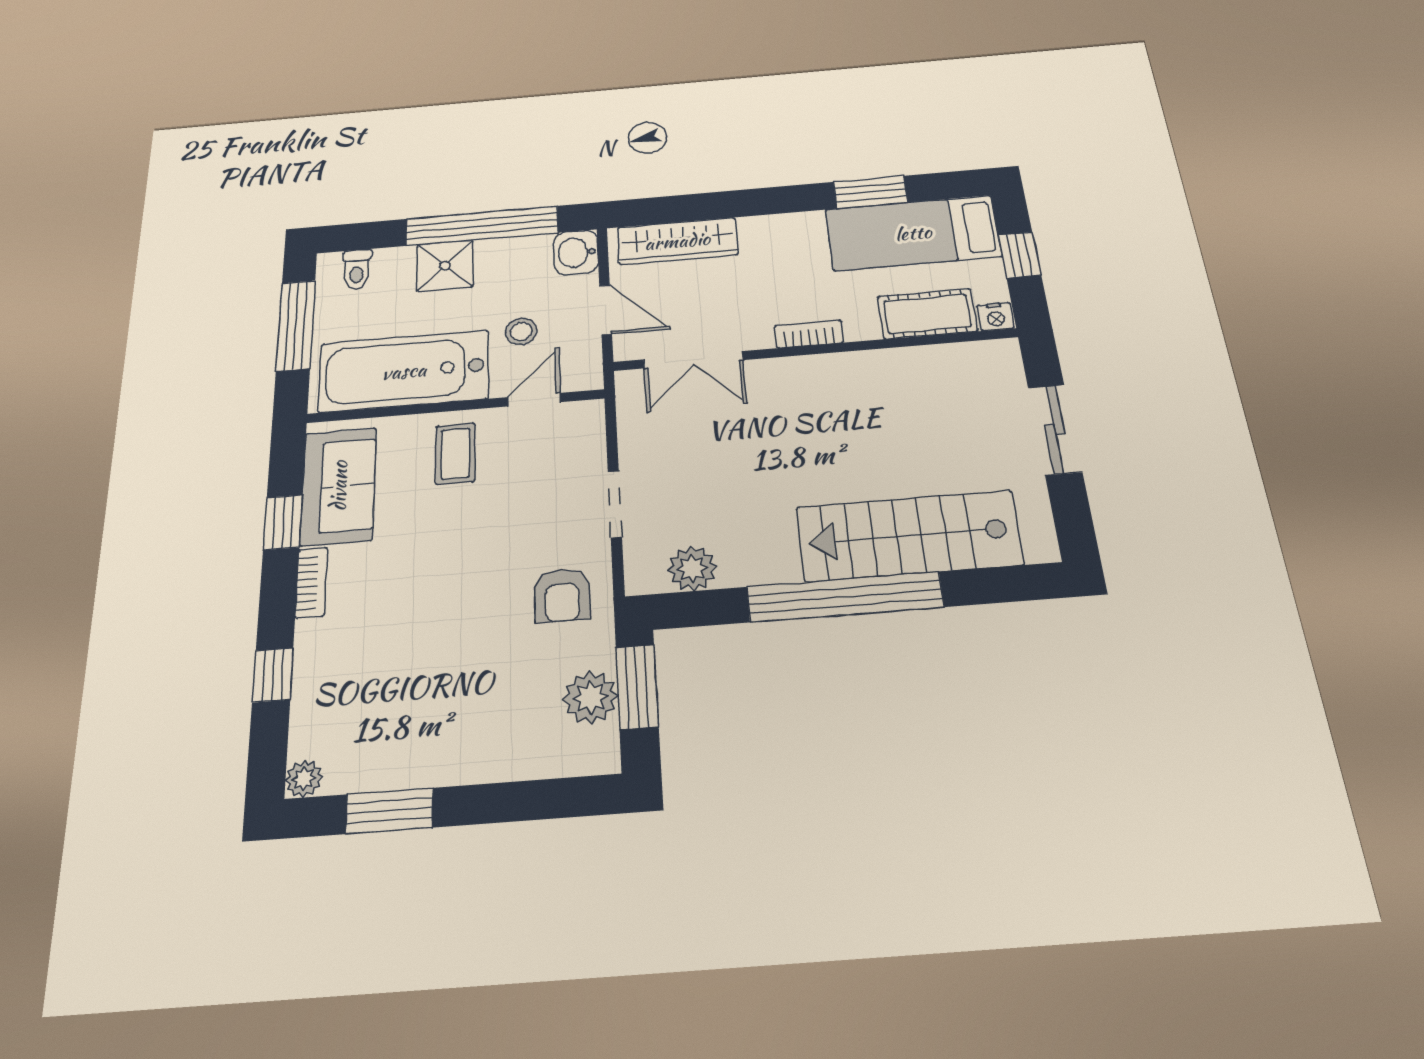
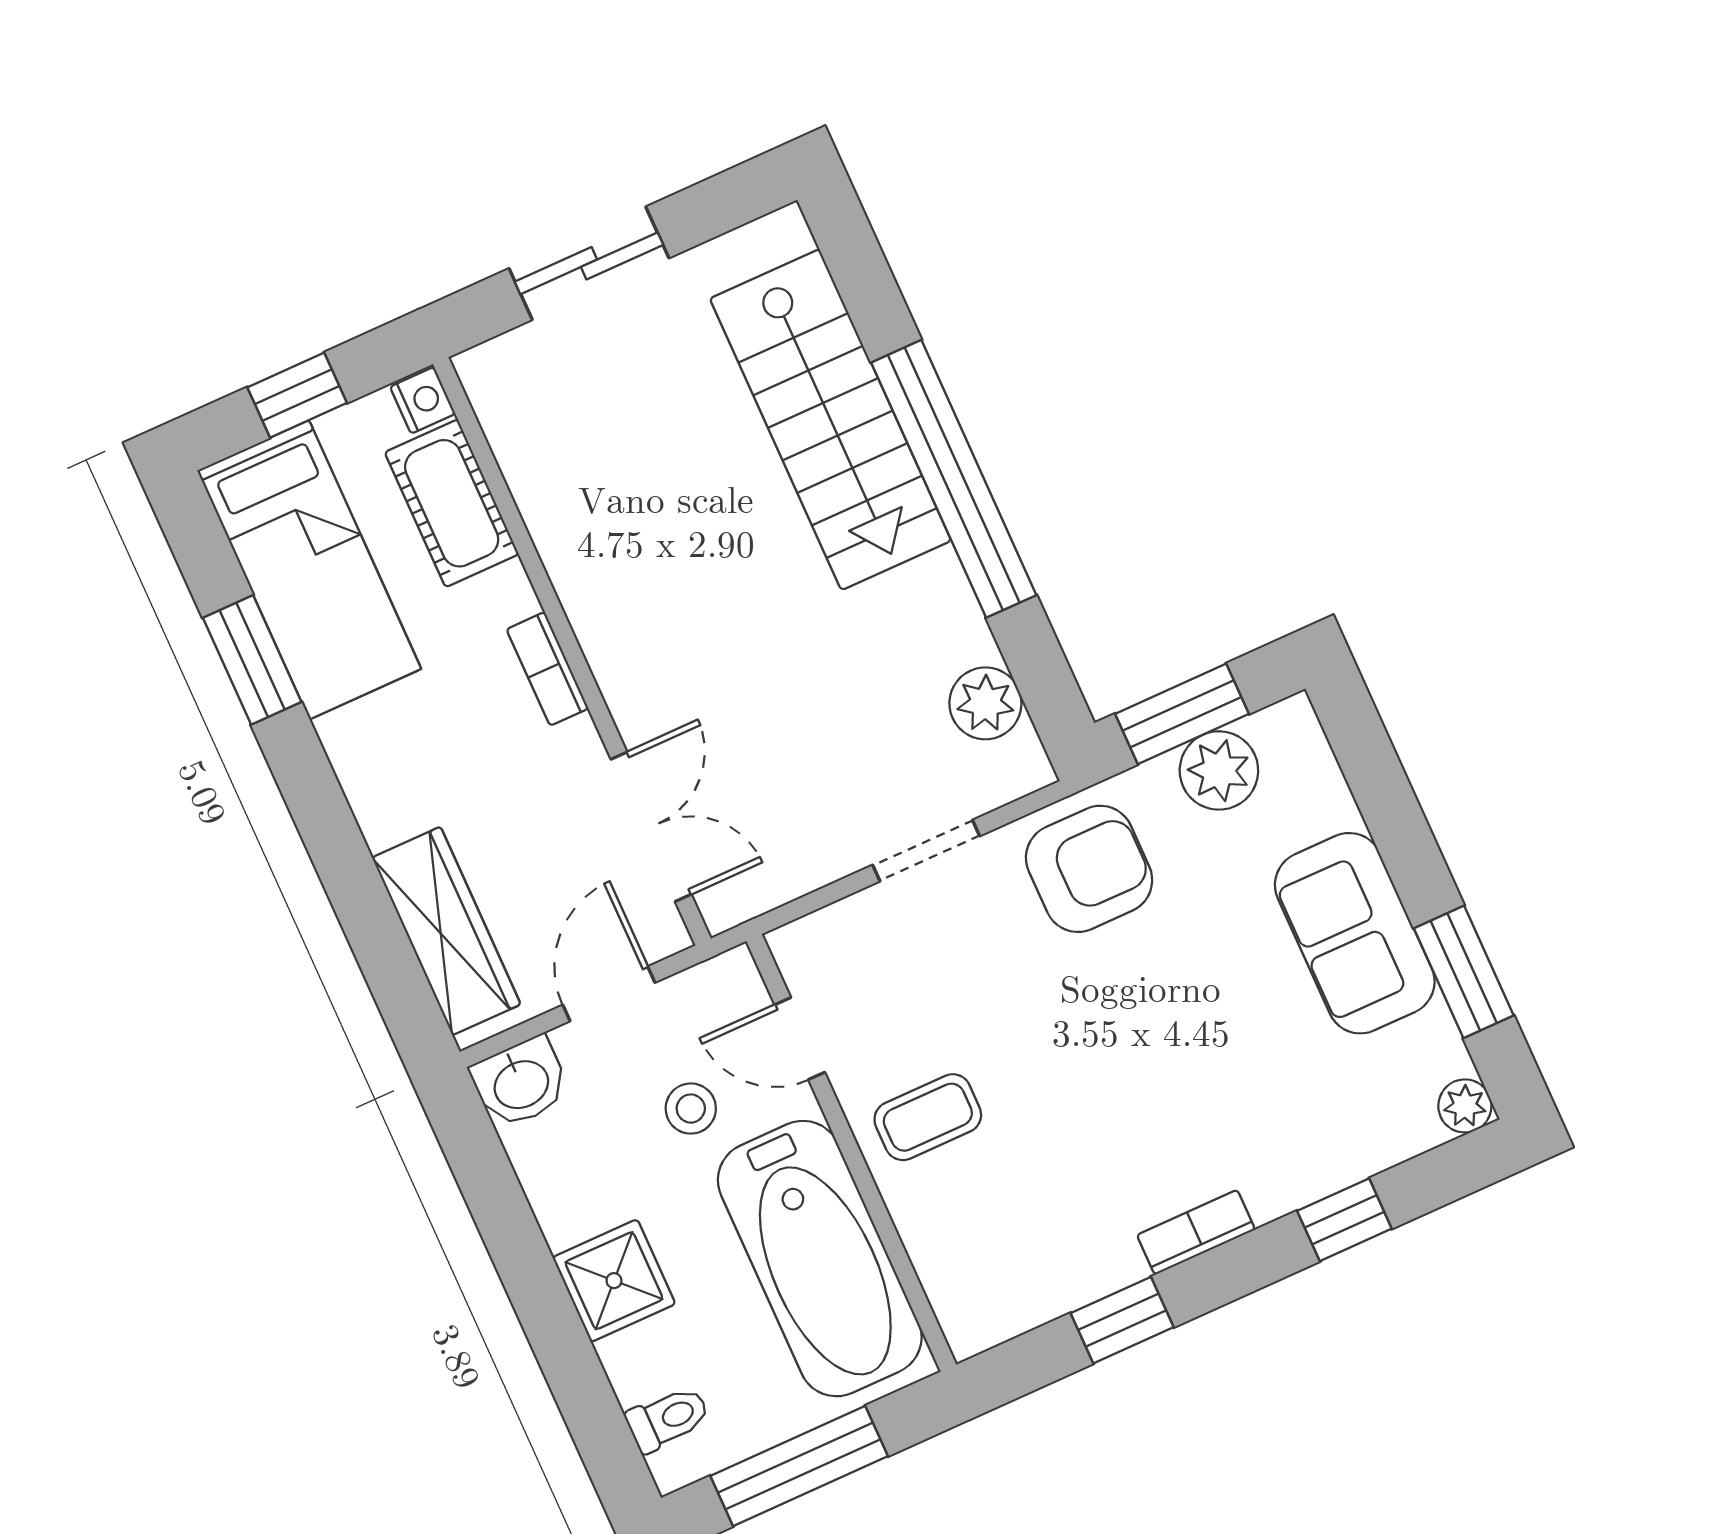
window: (482, 226) -> (521, 1255), removed
sofa: (338, 486) -> (1355, 933), moved, turned -90
armchair: (562, 595) -> (1089, 869), width x1.38, depth x1.38

